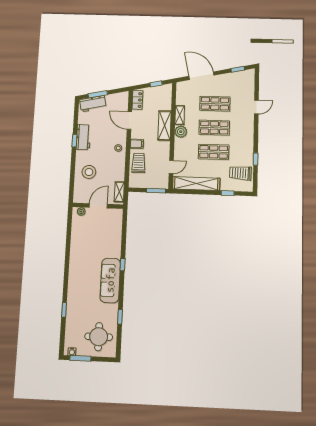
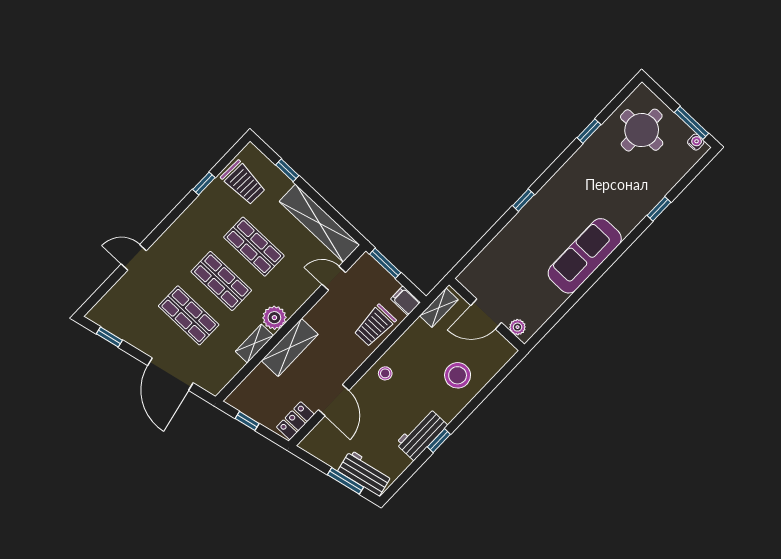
filing cabinet: (137, 144) -> (405, 301), moved
sofa: (110, 280) -> (585, 256), moved, turned 180

